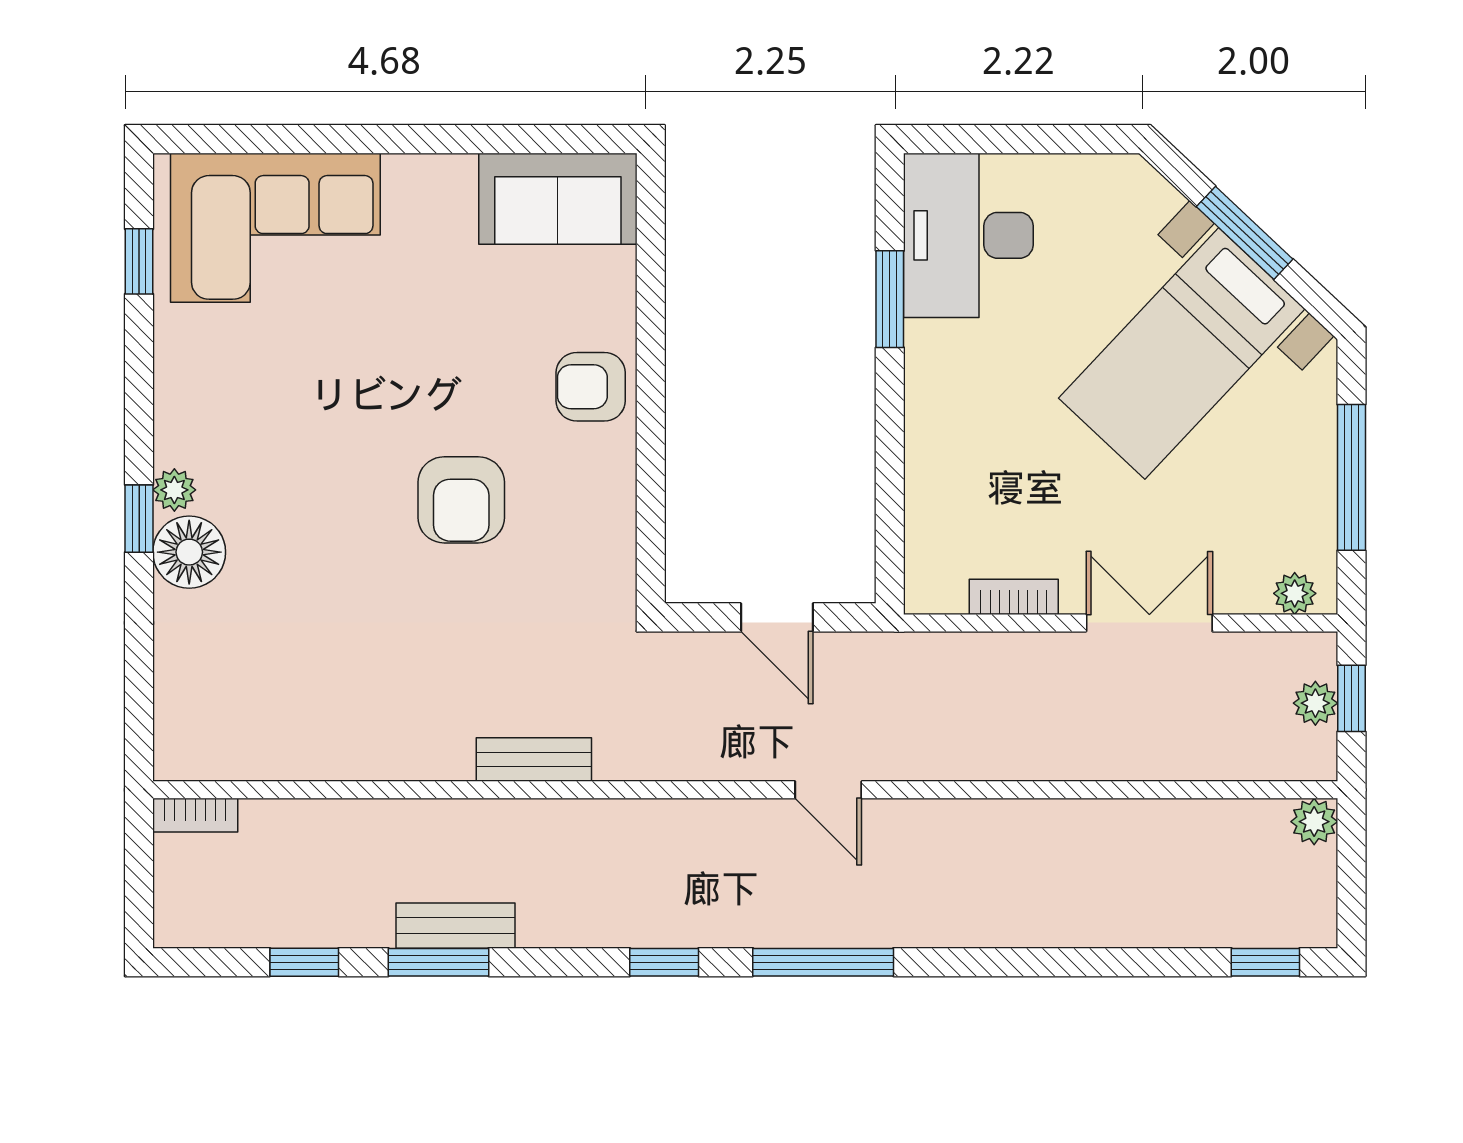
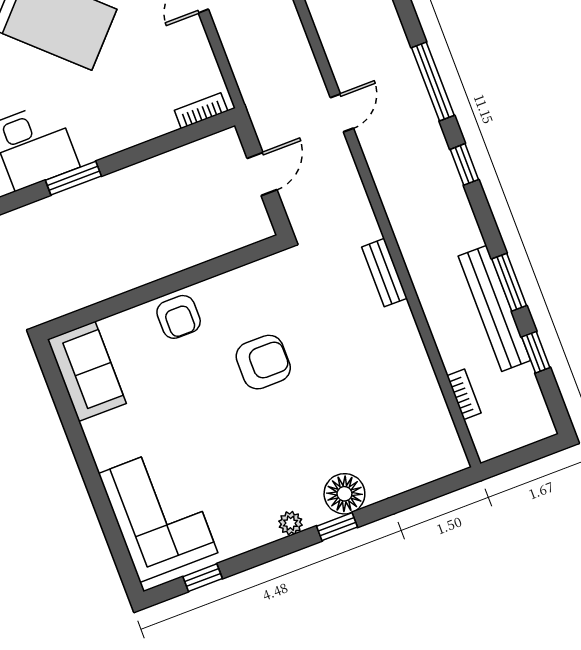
plant: (174, 490) -> (291, 523), moved
bookcase: (1014, 597) -> (201, 111), moved, turned 90
bookcase: (195, 815) -> (464, 394), moved
bench: (456, 926) -> (494, 308), width x1.86, depth x1.21

